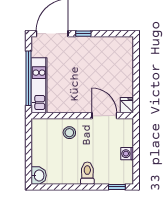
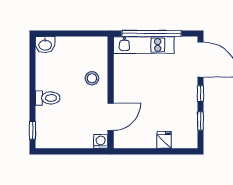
window: (108, 34) -> (200, 121), added
fridge: (127, 105) -> (164, 140), moved, turned -90
washing machine: (127, 154) -> (101, 142), moved

